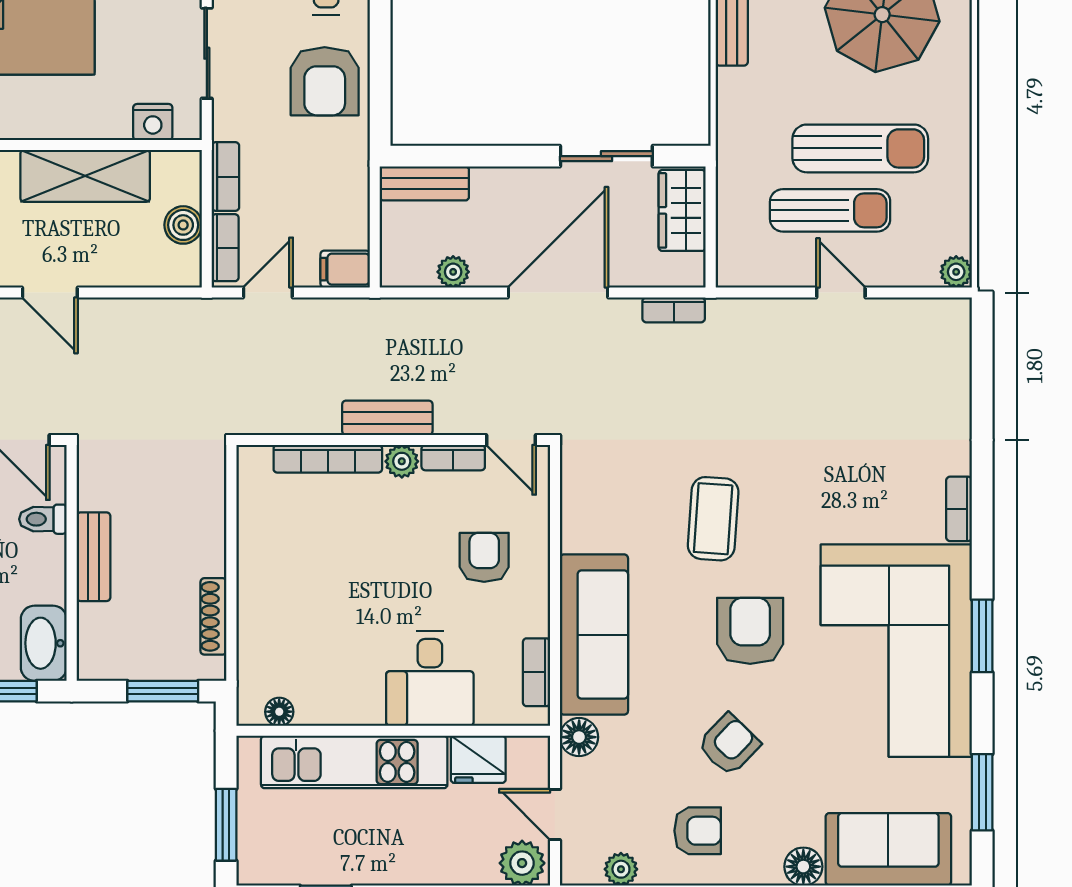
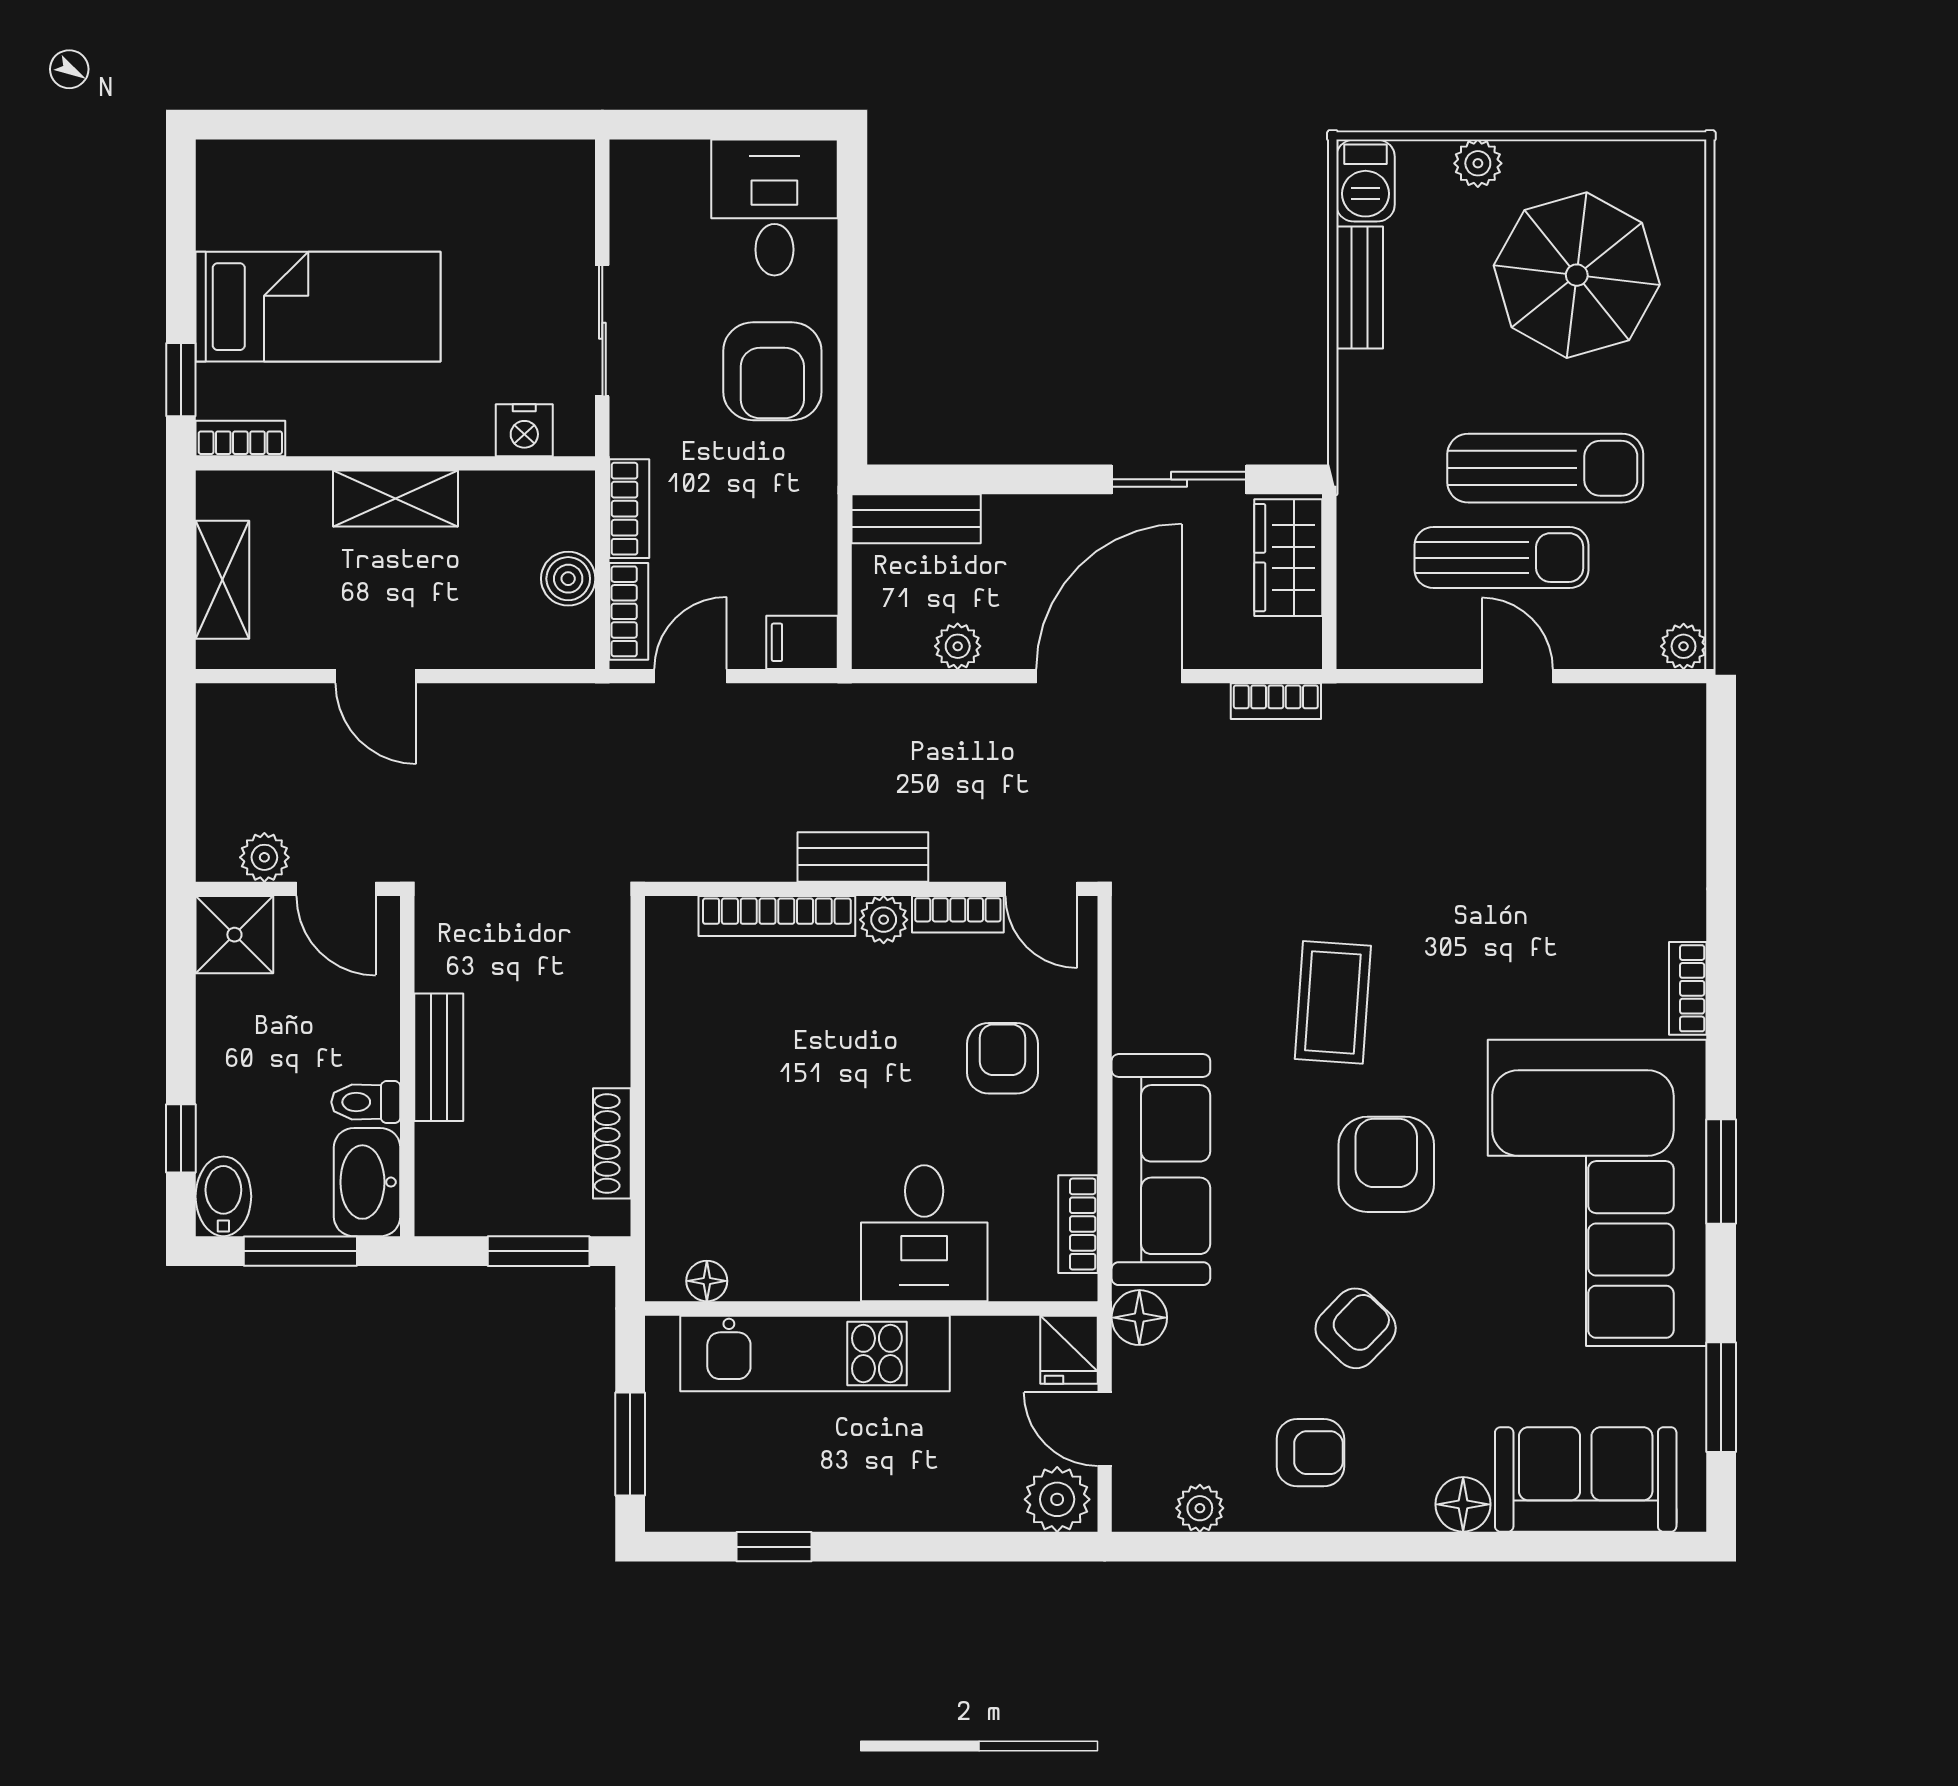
shelving: (85, 176) -> (396, 498), width x0.67, depth x0.75
toilet: (43, 519) -> (366, 1102), moved
fridge: (478, 759) -> (1069, 1350), moved, width x0.72

